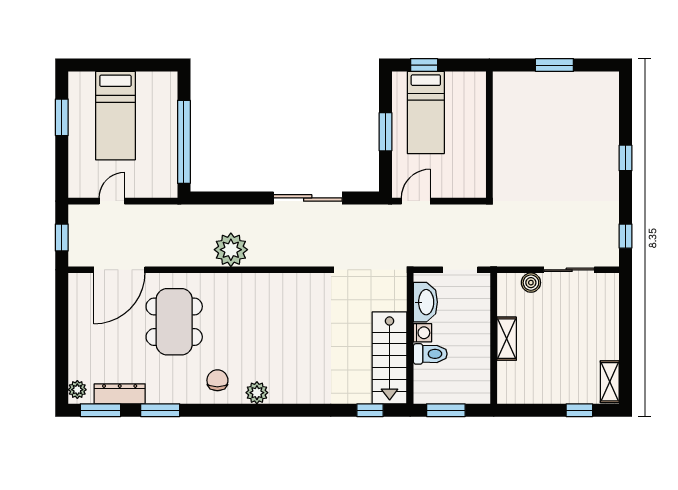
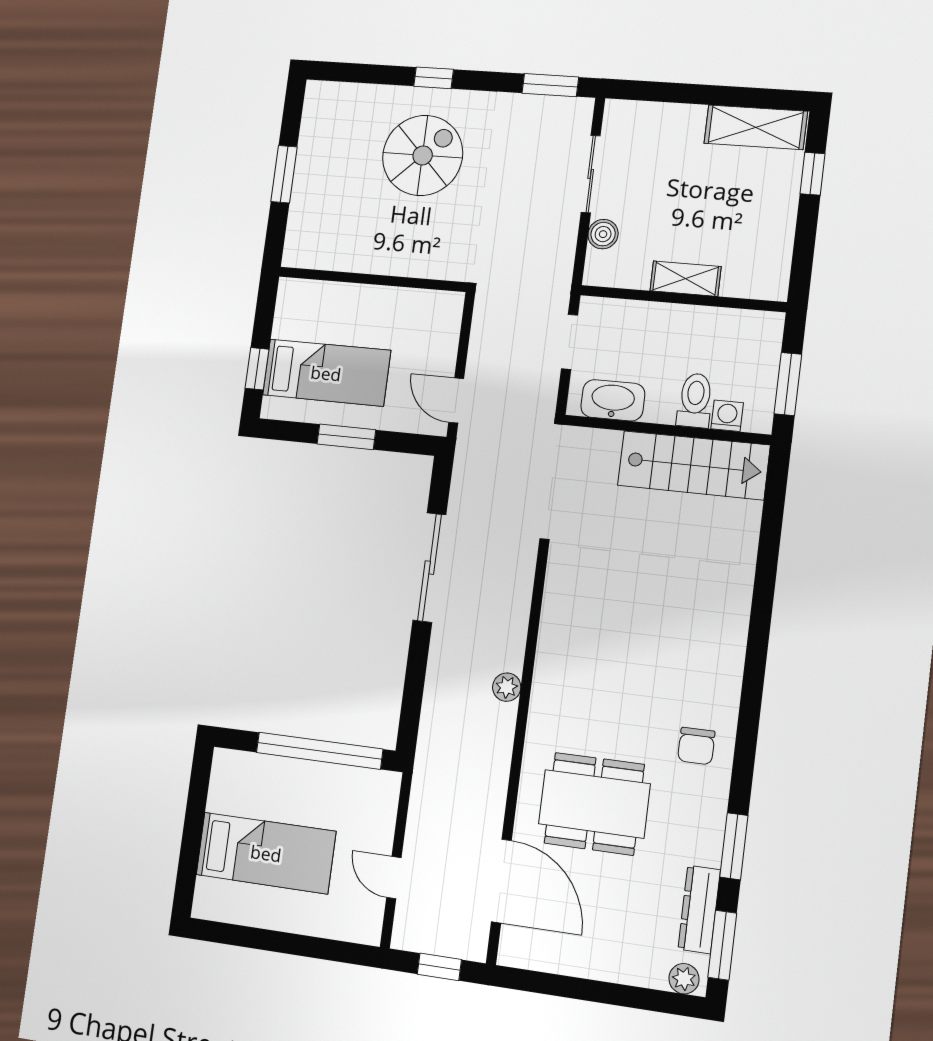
window: (62, 117) -> (257, 938), removed
spiral stairs: (574, 157) -> (423, 155), added
window: (626, 236) -> (550, 85), width x1.50
plant: (231, 250) -> (507, 687), width x0.53, depth x0.53
washing machine: (422, 333) -> (727, 416), moved
chair: (217, 380) -> (696, 746), turned -90
shelving: (610, 382) -> (756, 127), width x1.50, depth x1.33
plant: (257, 393) -> (724, 684), removed
window: (370, 410) -> (774, 505), removed

